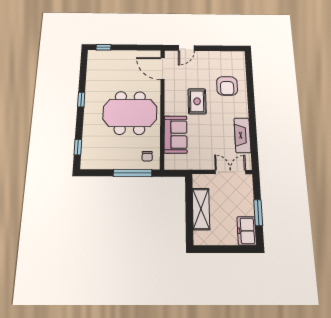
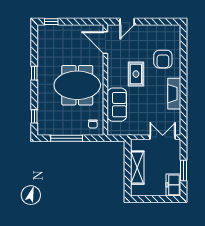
fireplace: (242, 135) -> (174, 94), moved
window: (133, 173) -> (67, 138), moved

